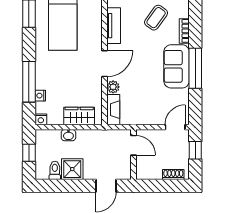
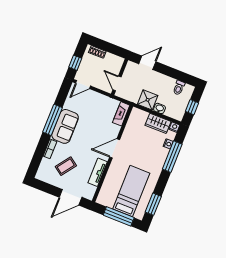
plant: (113, 87) -> (115, 130), removed
wardrobe: (79, 116) -> (158, 123), moved
shower: (72, 169) -> (148, 100), moved

